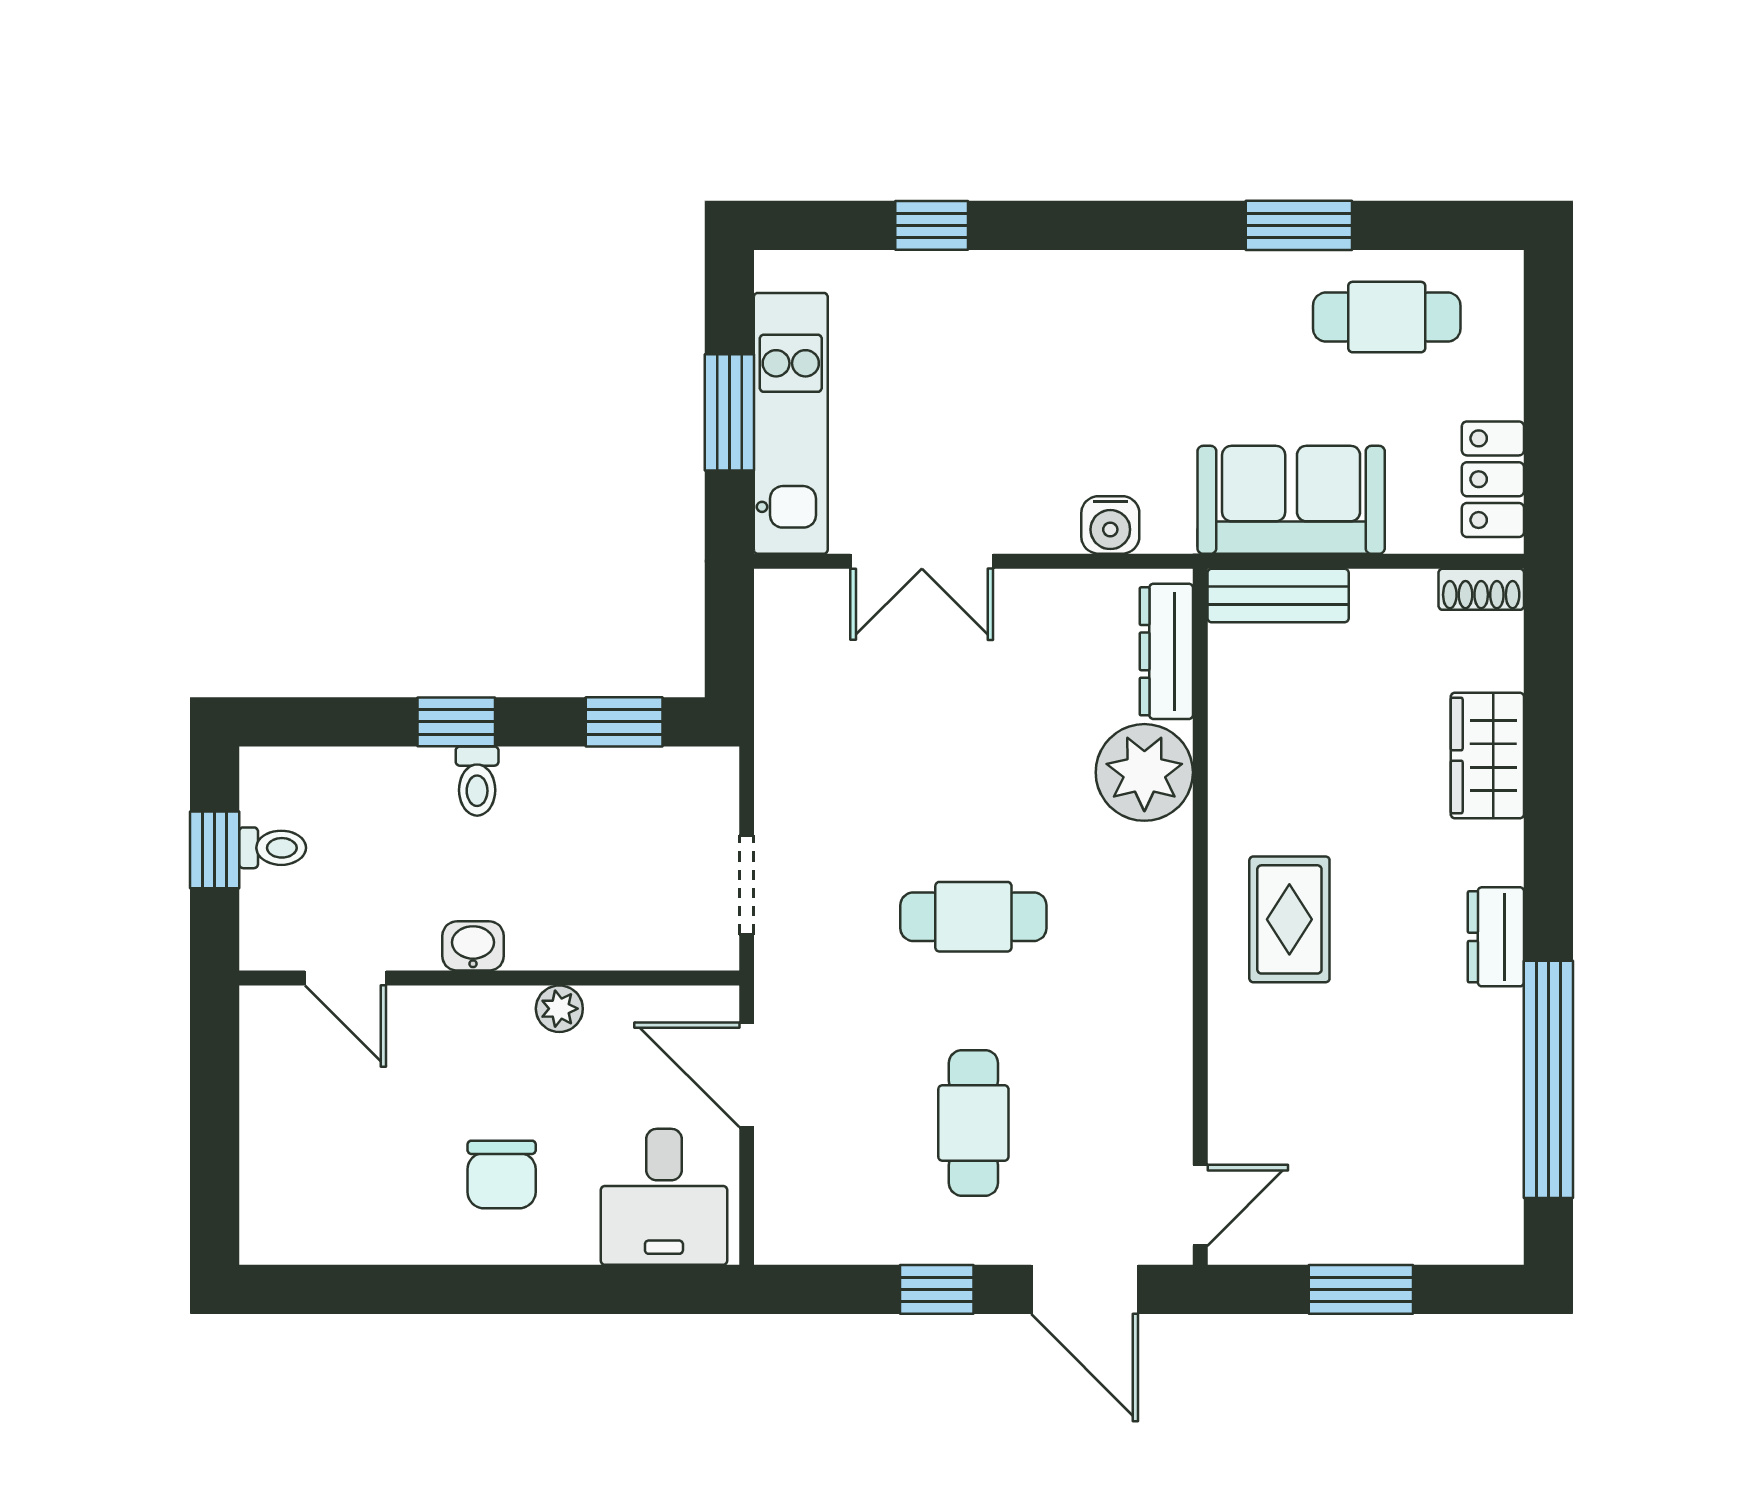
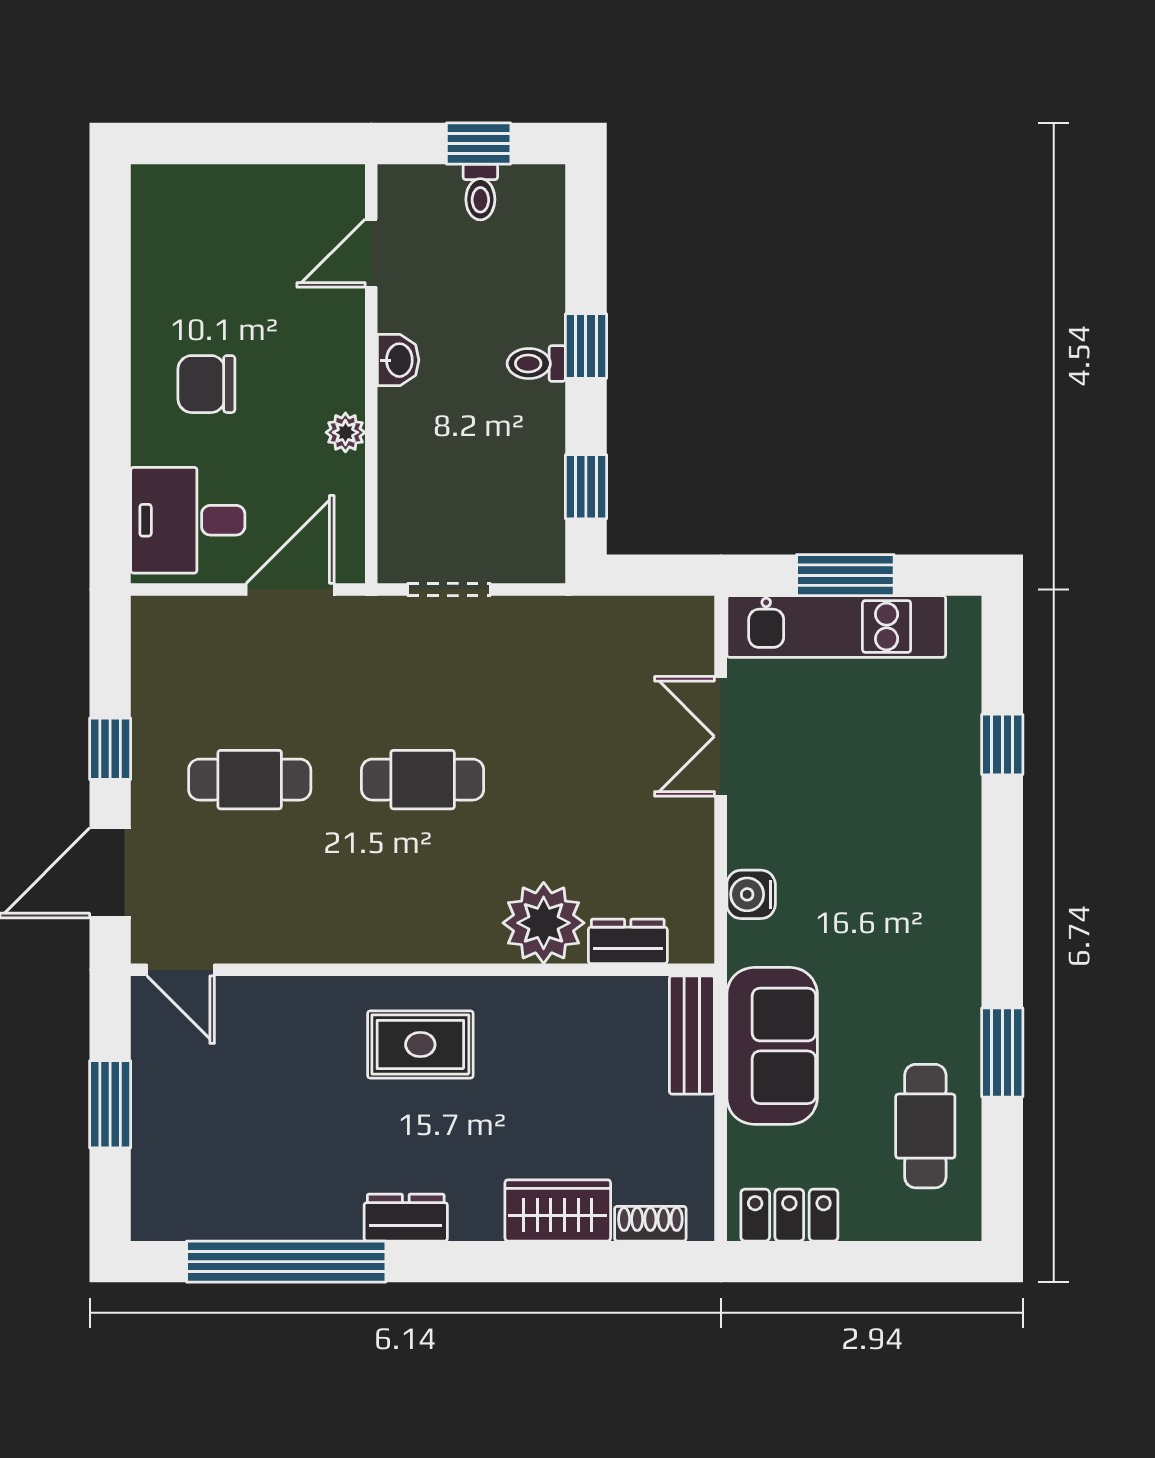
shoe rack: (1481, 589) -> (650, 1224), moved, turned 90
dresser: (1166, 651) -> (628, 941), width x0.70
cafe table: (973, 917) -> (423, 780), turned 90

